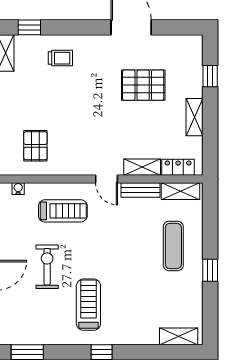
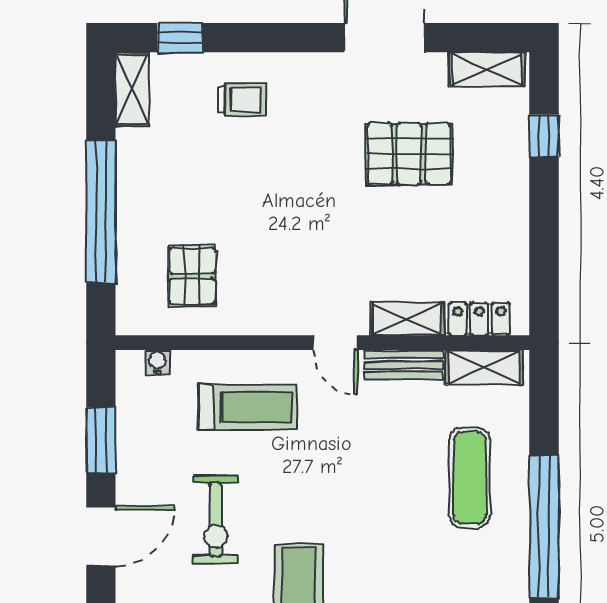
shelving: (195, 117) -> (487, 69), moved, turned 90
exercise bike: (47, 267) -> (216, 520), turned 180
window: (210, 270) -> (544, 527), width x3.17

